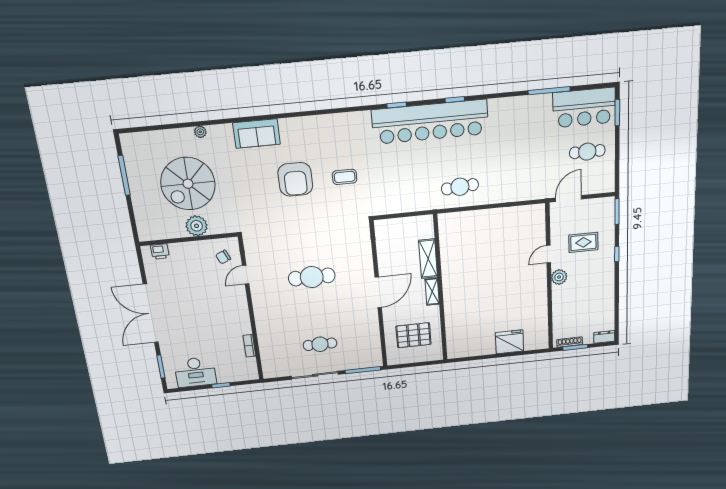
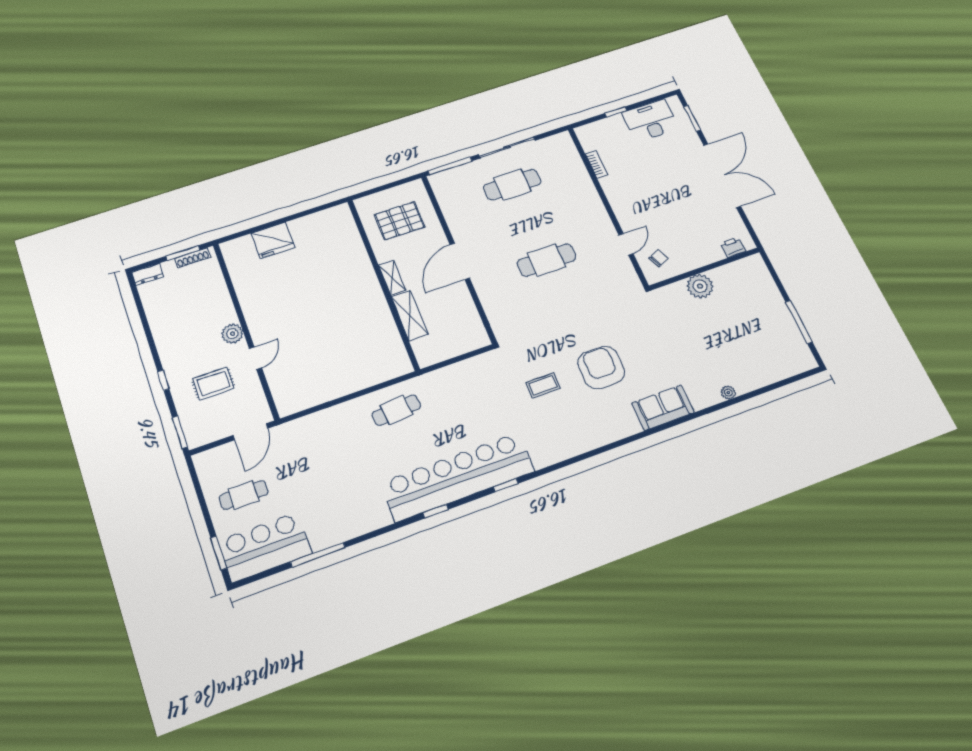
spiral stairs: (188, 184) -> (724, 331), removed
cafe table: (320, 344) -> (512, 185), width x1.37, depth x1.35

